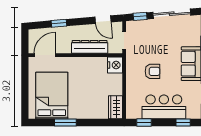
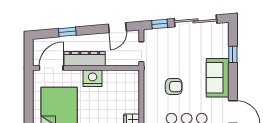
door: (103, 20) -> (117, 28), hinge flipped
dresser: (90, 47) -> (85, 59), moved
nightstand: (115, 65) -> (93, 78), moved, turned -90

